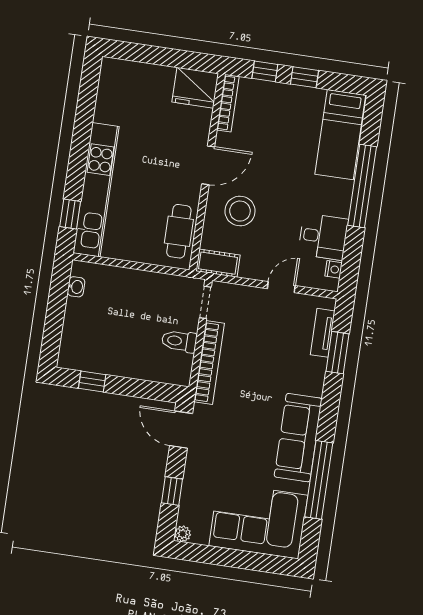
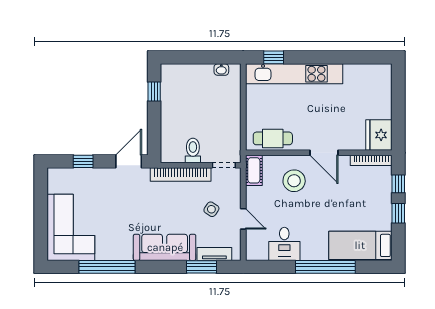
nightstand: (334, 269) -> (262, 255), removed
side table: (262, 328) -> (211, 209), added
sofa: (298, 438) -> (165, 247), moved
plant: (183, 534) -> (53, 174), removed

